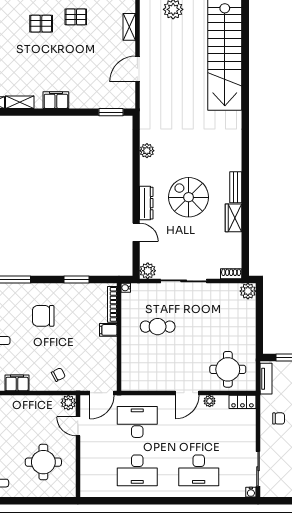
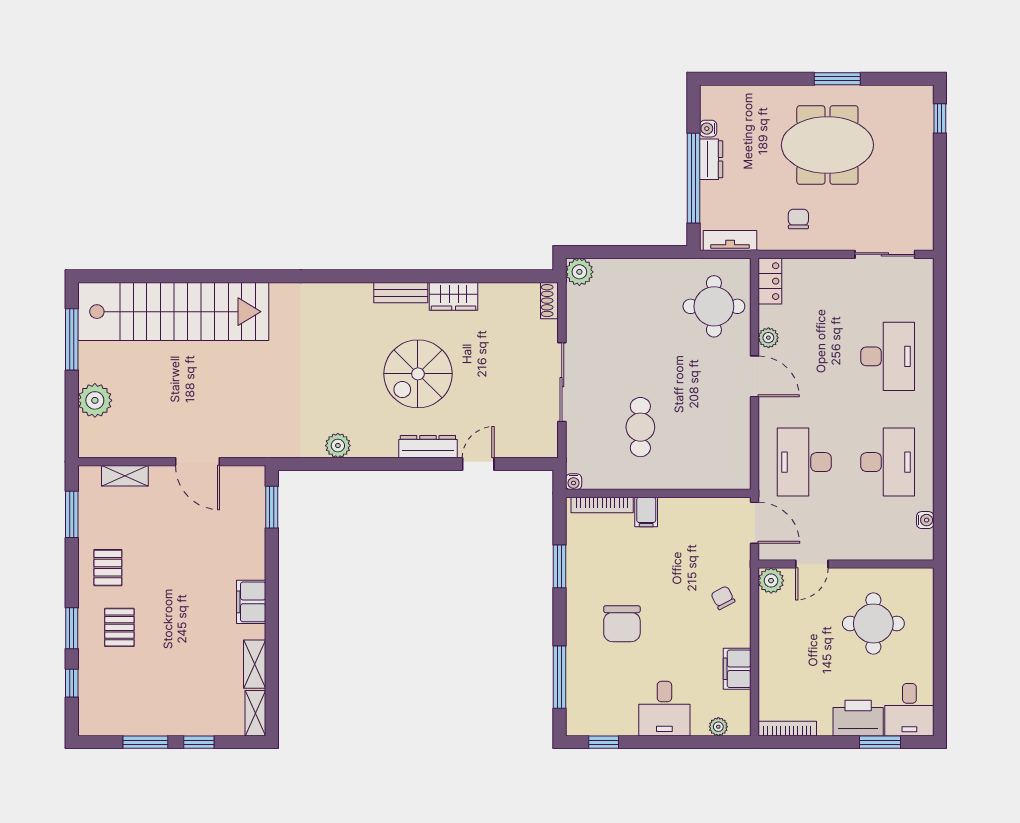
plant: (148, 271) -> (544, 444), removed
water cooler: (251, 492) -> (925, 520), moved

